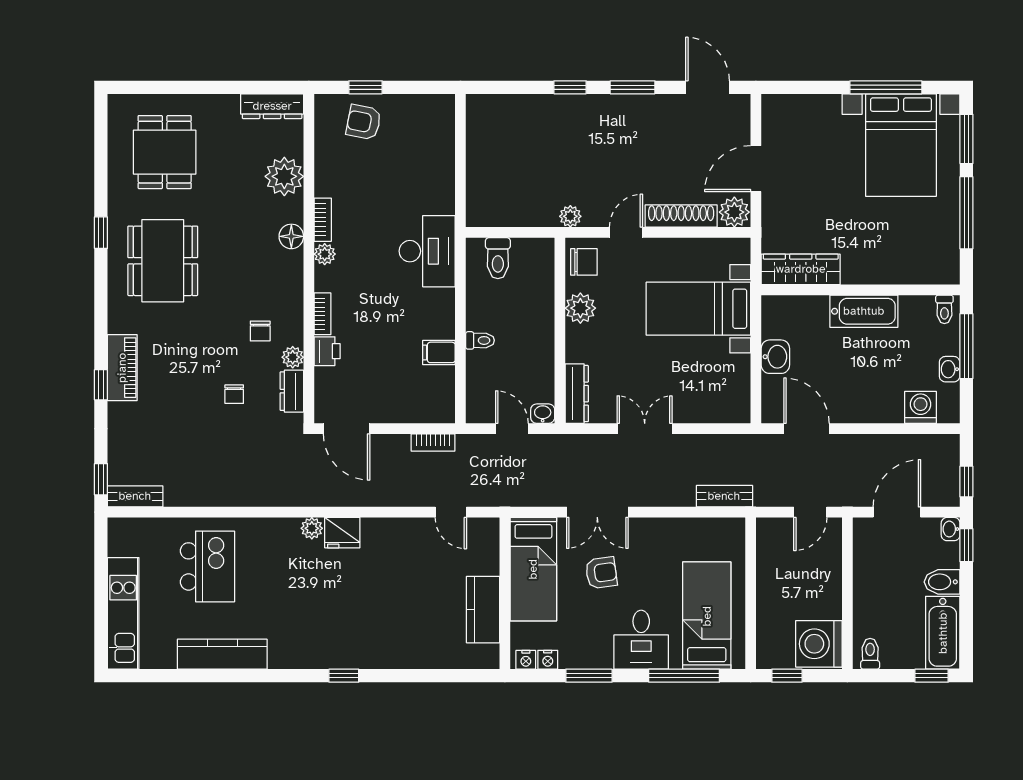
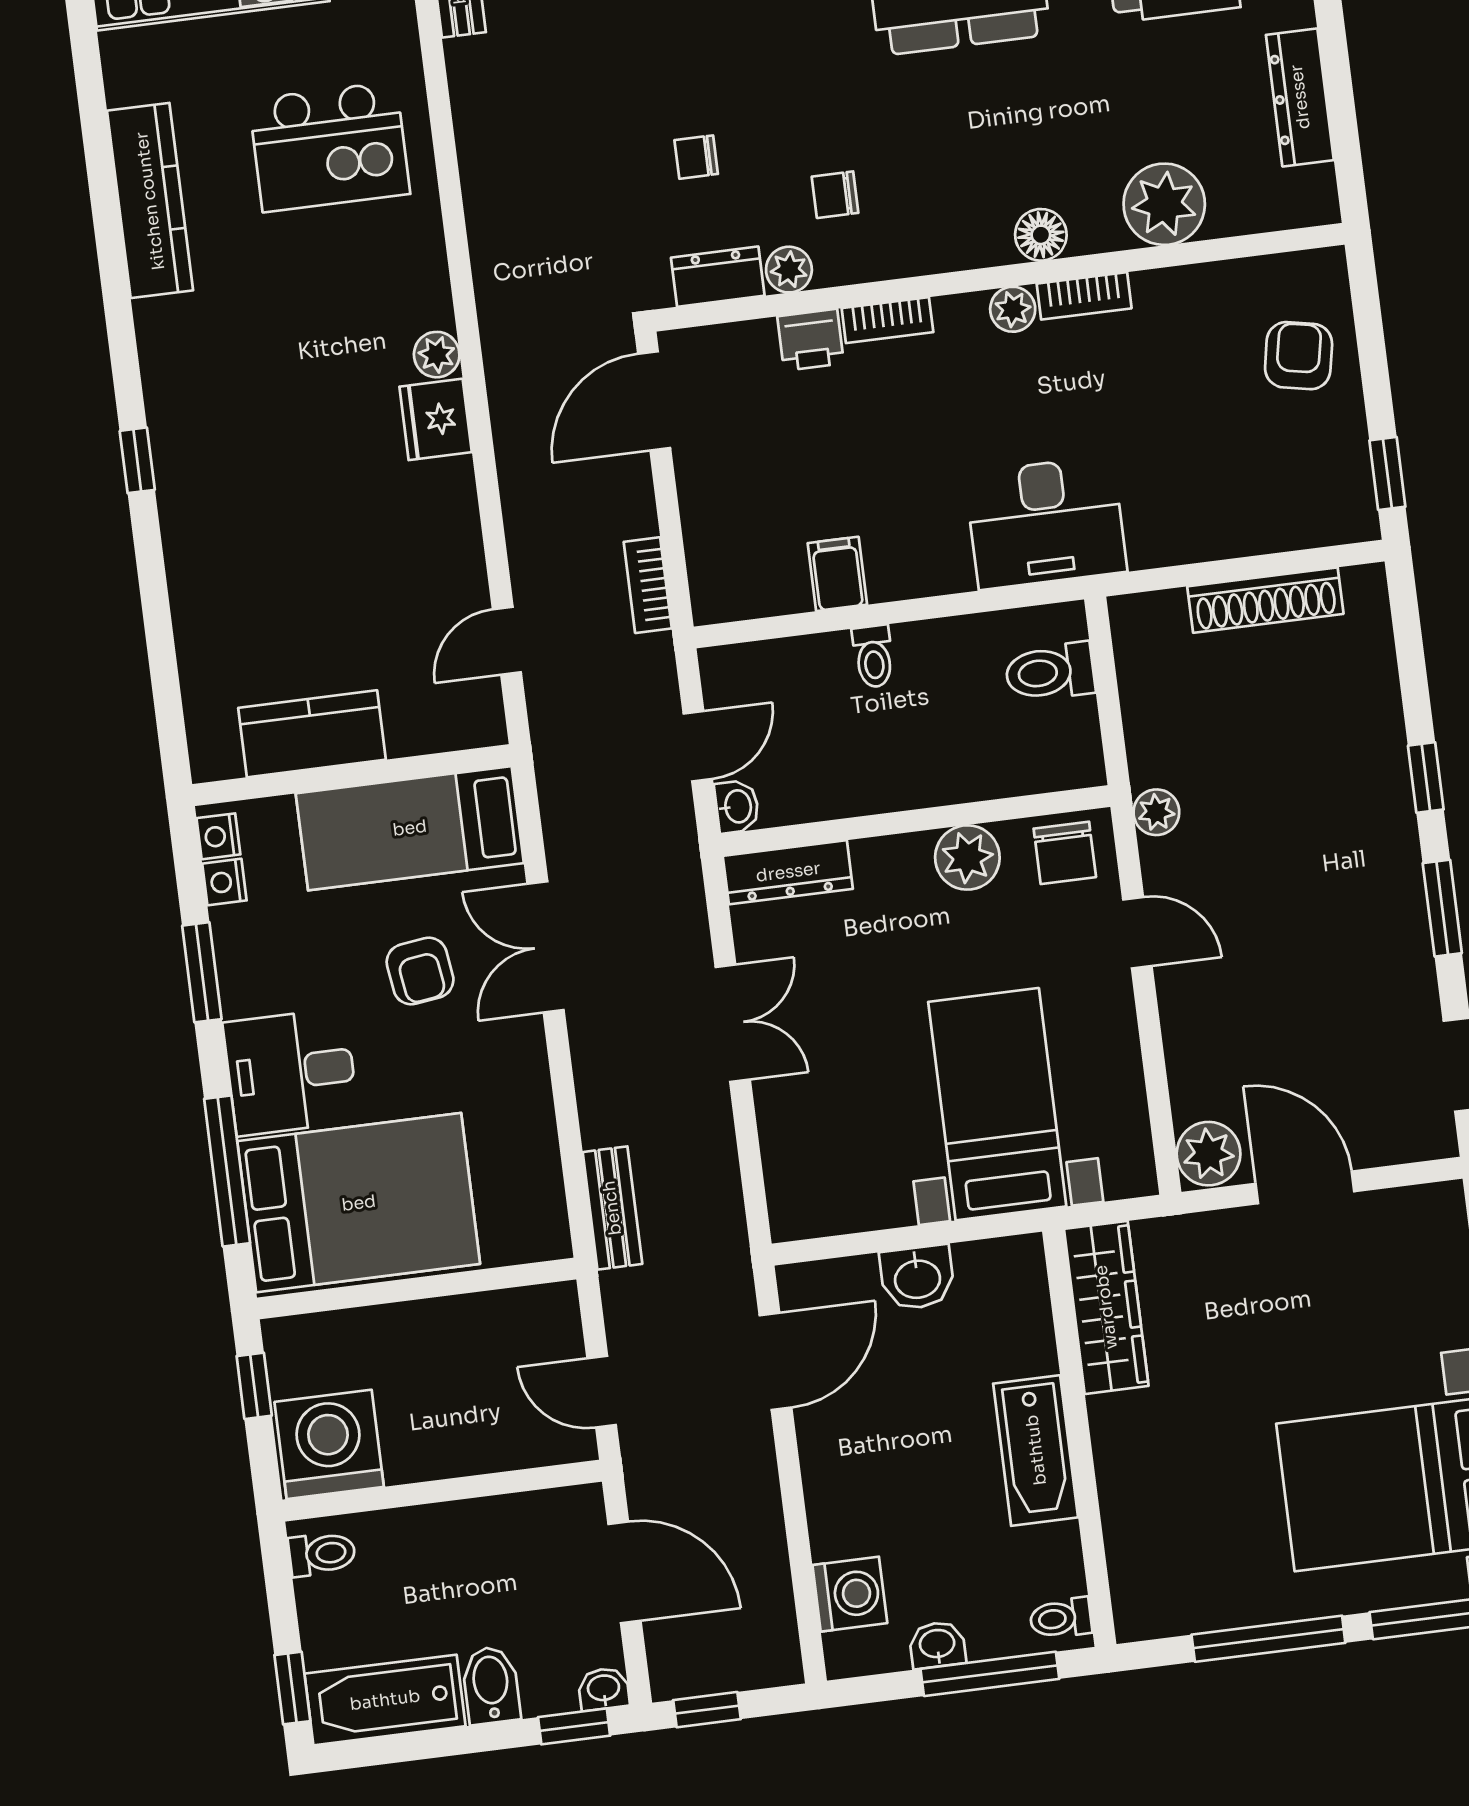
window: (365, 87) -> (1387, 474), moved
dresser: (272, 106) -> (1300, 97), moved
shoe rack: (681, 216) -> (1265, 600), moved, turned 90
bed: (707, 616) -> (359, 1203), width x1.50

